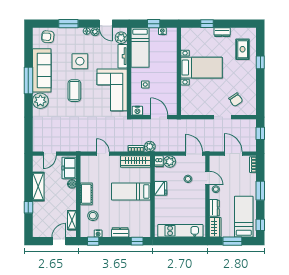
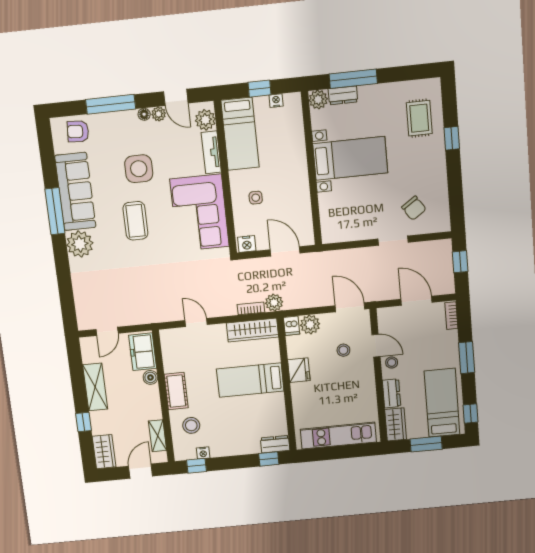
window: (68, 24) -> (111, 104), width x1.44
window: (207, 24) -> (353, 79), width x2.17
dresser: (222, 32) -> (343, 95), moved
plant: (186, 33) -> (318, 100), added
wardrobe: (38, 227) -> (104, 452), added
dresser: (120, 232) -> (275, 444), moved

